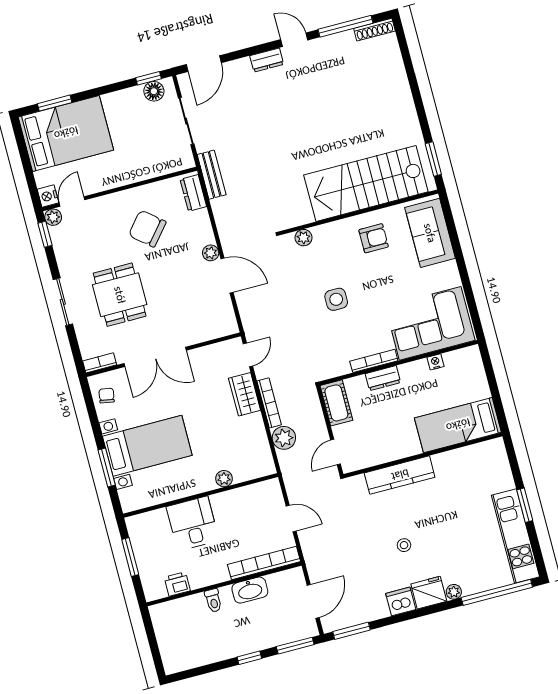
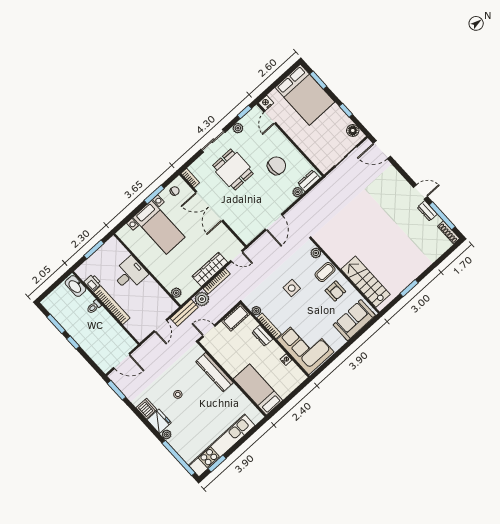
door: (294, 40) -> (420, 192), hinge flipped
dresser: (267, 60) -> (427, 211), moved
window: (148, 78) -> (346, 110), moved
window: (433, 159) -> (409, 288), moved
bench: (212, 175) -> (184, 313), moved
stairs: (366, 183) -> (366, 282), width x0.73, depth x0.66
door: (72, 202) -> (270, 117), swing flipped
plant: (53, 217) -> (238, 128), moved
chair: (147, 229) -> (277, 166), turned 50
coffee table: (338, 239) -> (325, 272), added
plant: (211, 253) -> (298, 192), moved
dining table: (120, 295) -> (233, 170), turned 90
plant: (342, 368) -> (256, 311), added
wardrobe: (245, 394) -> (210, 269), width x1.50
window: (107, 467) -> (154, 194), moved
plant: (224, 479) -> (176, 293), moved
window: (525, 505) -> (217, 463), moved
kitchen unit: (515, 536) -> (222, 445), width x1.36
bookcase: (264, 563) -> (112, 305), moved
washbasin: (250, 590) -> (75, 286), moved
window: (295, 646) -> (56, 324), moved

